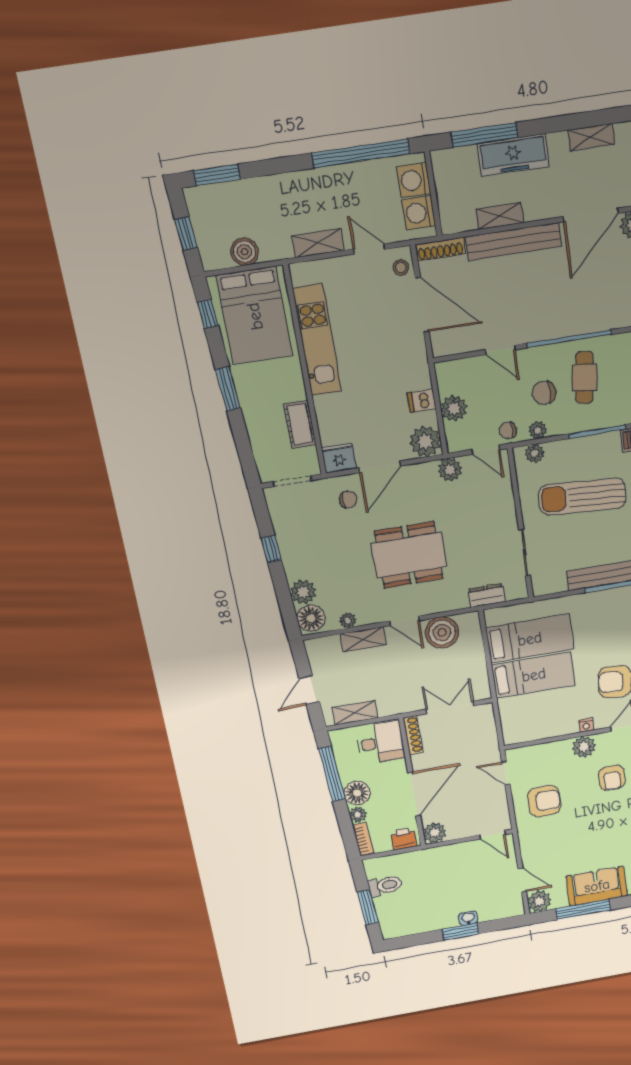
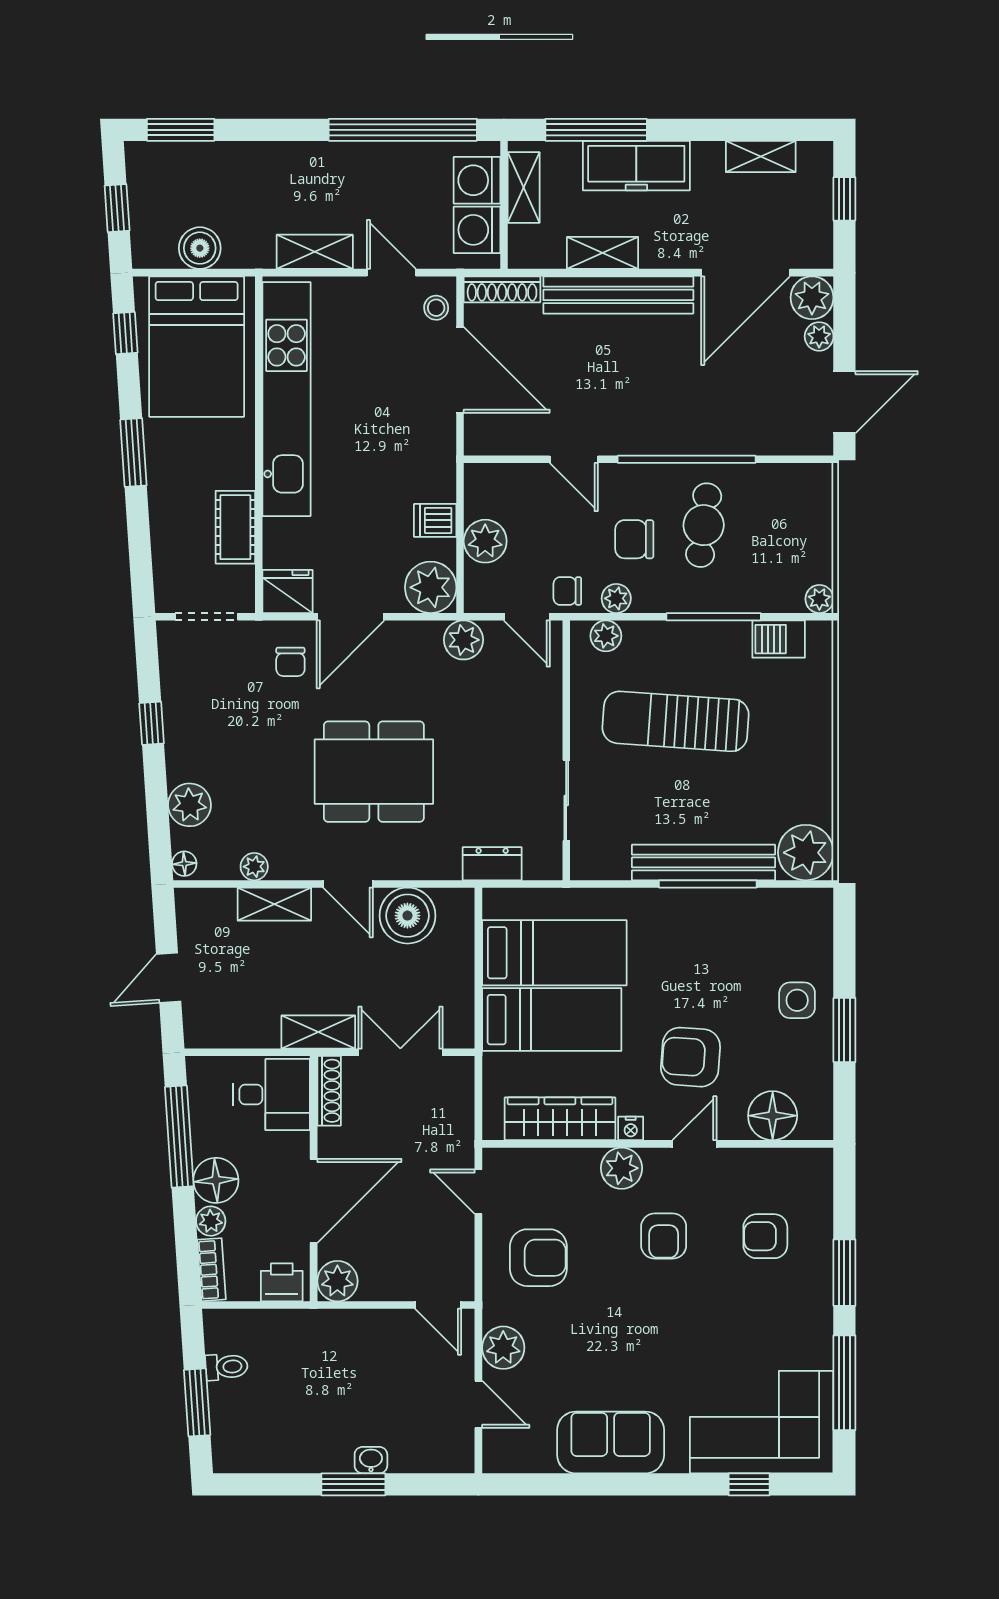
shelving: (444, 180) -> (524, 187), added
kitchen unit: (317, 340) -> (287, 399), width x1.36
chair: (348, 499) -> (290, 662), turned 90
floor lamp: (311, 618) -> (184, 864), width x0.53, depth x0.53
shelving: (355, 713) -> (318, 1032), moved
wardrobe: (546, 727) -> (560, 1119), added
toilet: (385, 886) -> (227, 1367), width x0.73, depth x0.72
plant: (539, 901) -> (503, 1348), moved
window: (583, 909) -> (580, 1484), removed

